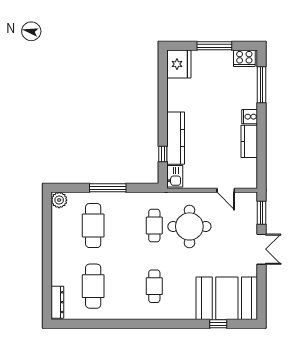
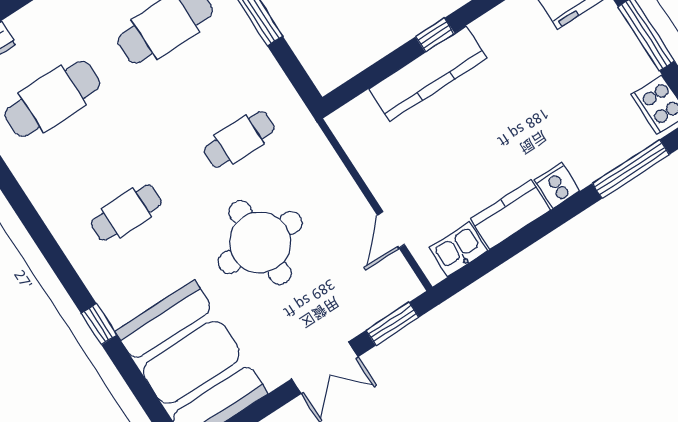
window: (163, 154) -> (435, 35), moved
kitchen sink: (175, 176) -> (458, 249), moved, turned 180
round table: (189, 226) -> (260, 243), moved
window: (218, 324) -> (99, 324), moved

